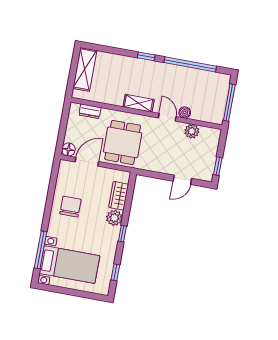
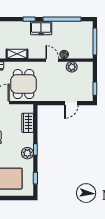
freezer: (160, 71) -> (41, 28), added
shelving: (139, 103) -> (17, 54), moved
plant: (114, 218) -> (27, 153), moved

